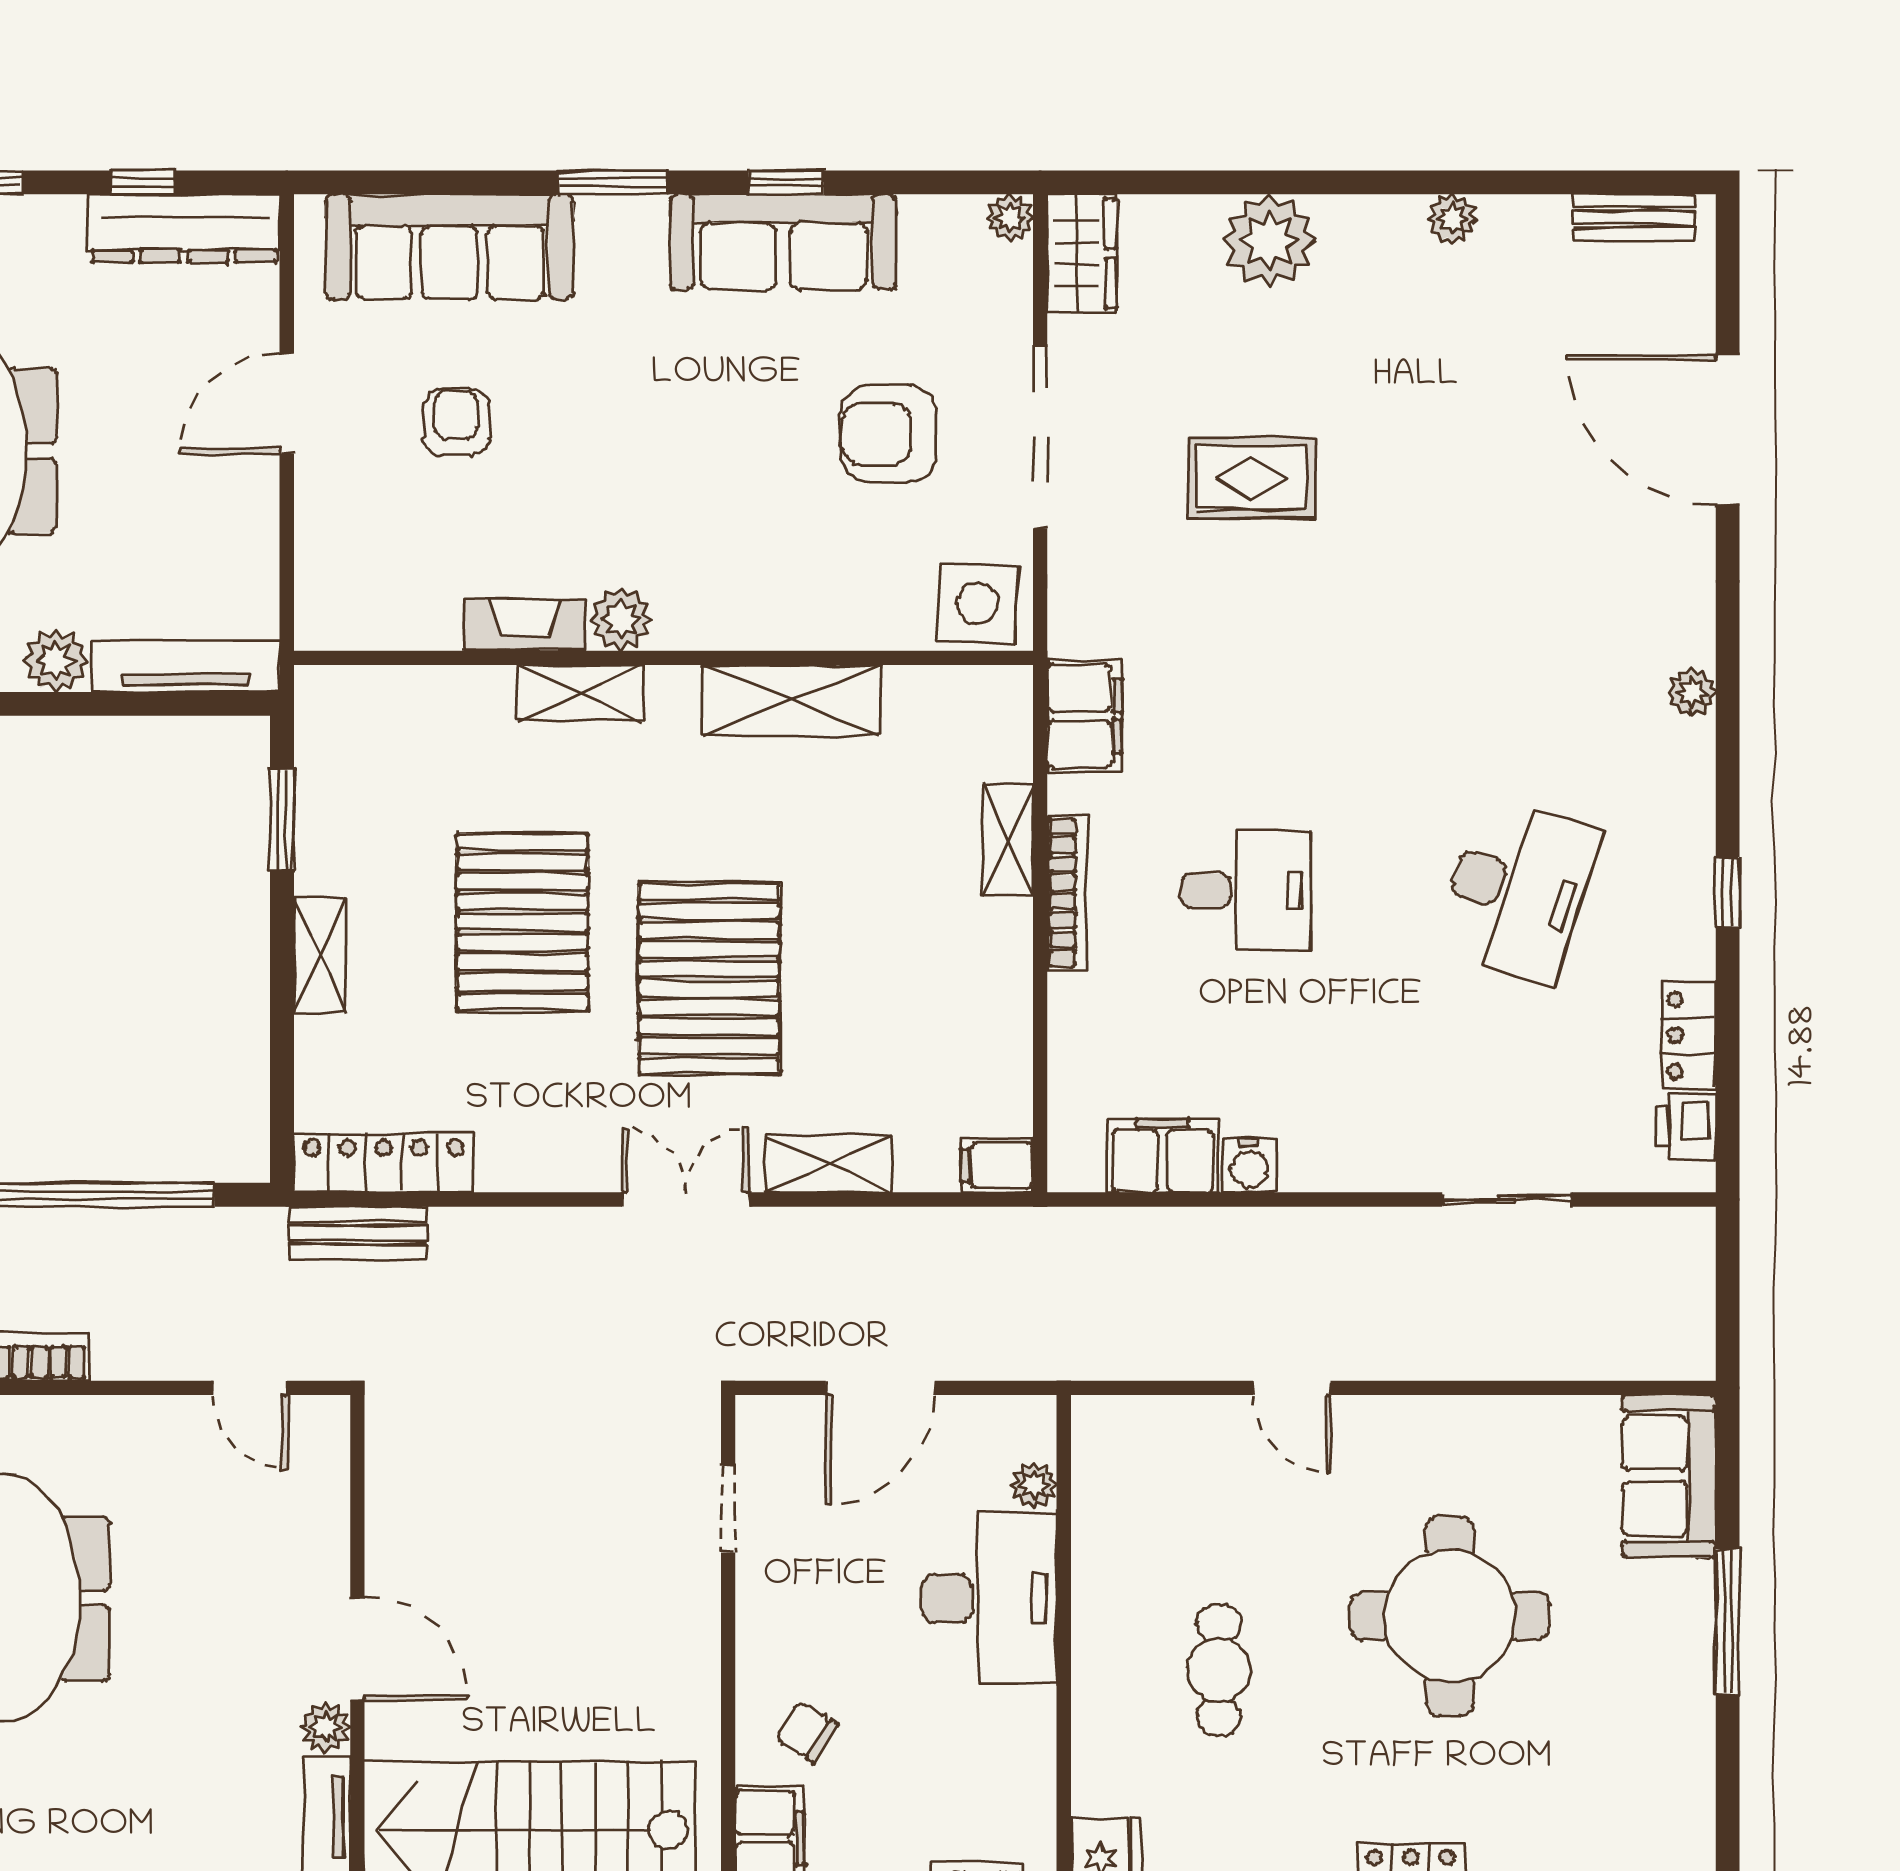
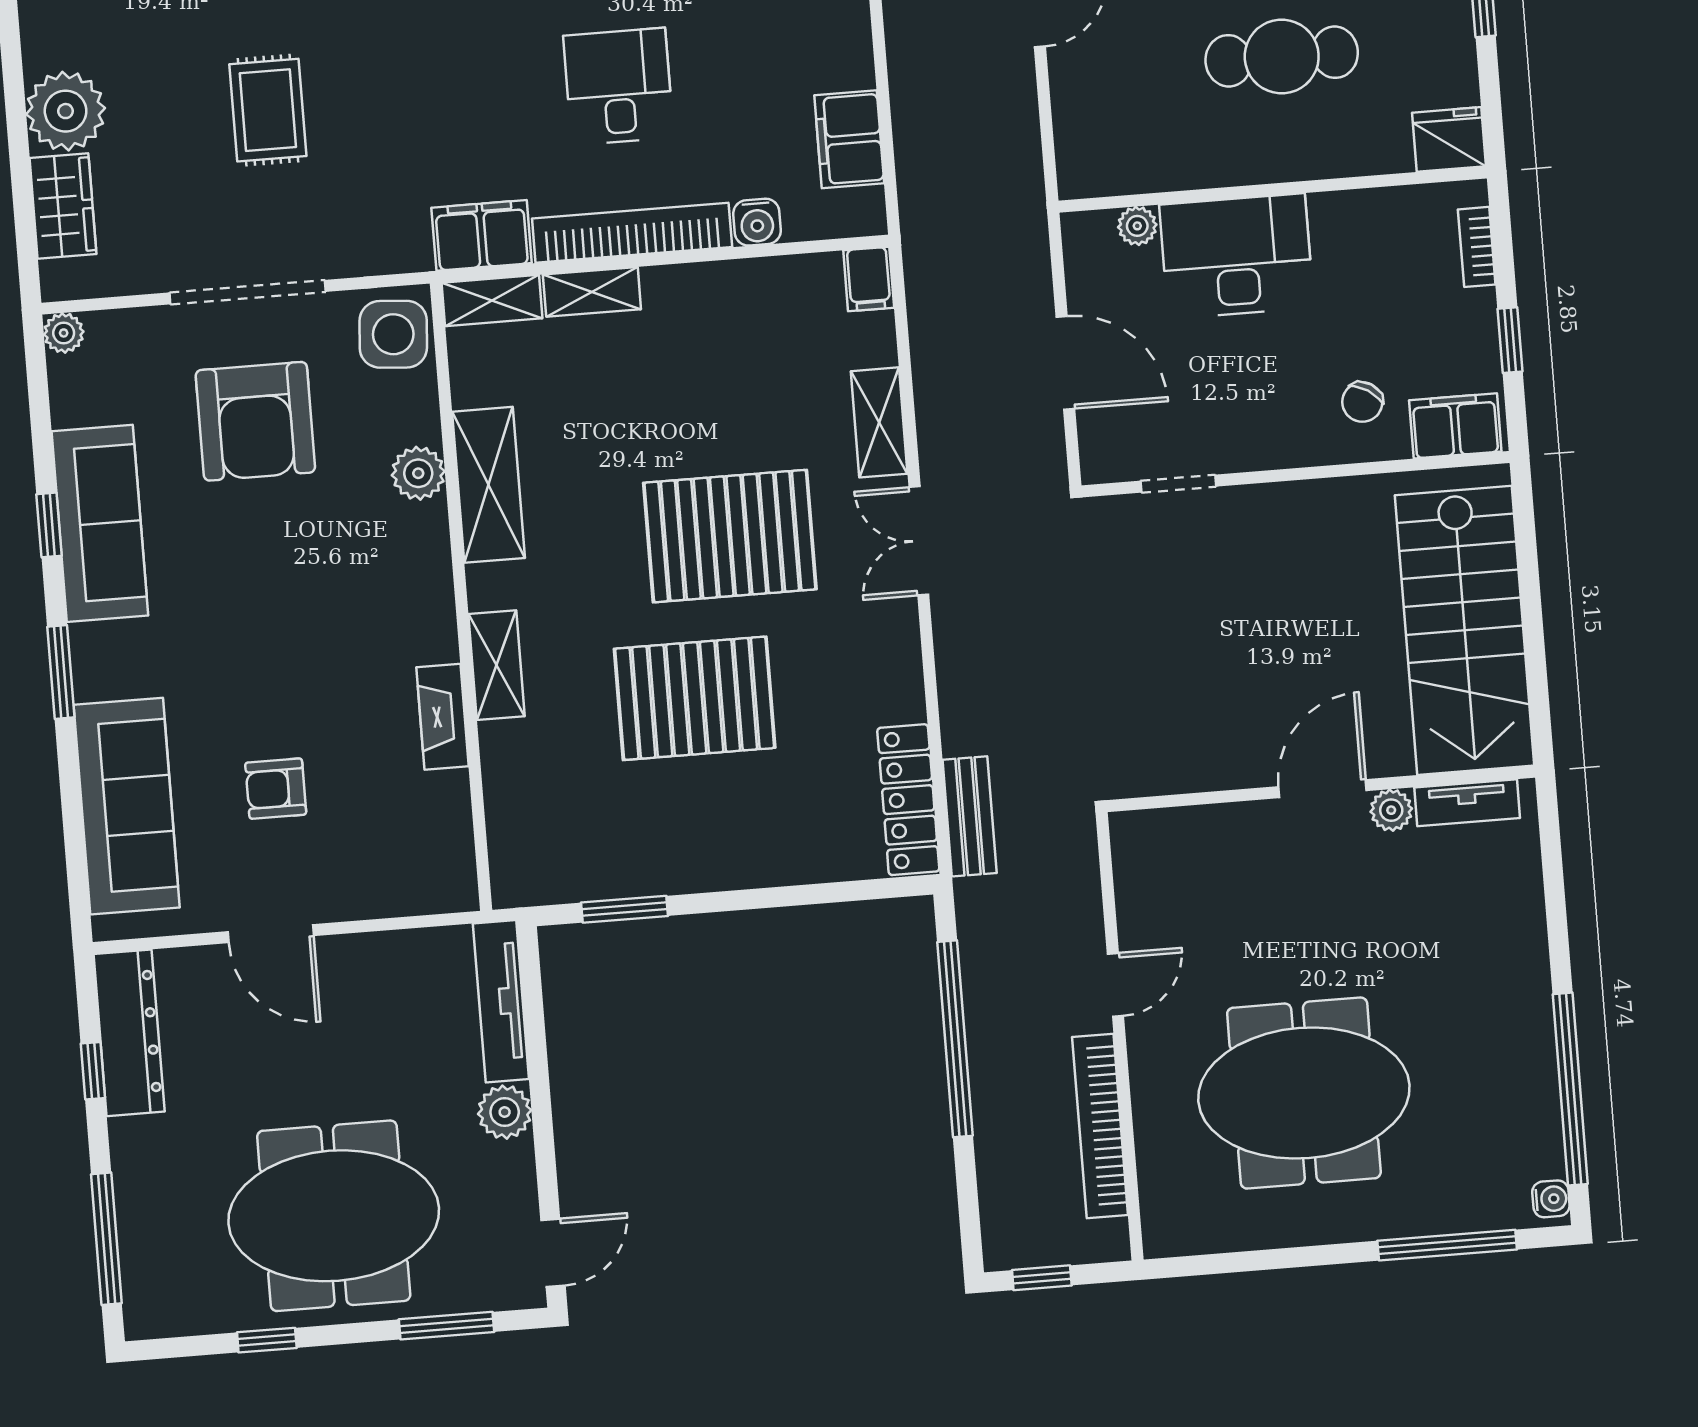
wardrobe: (1082, 254) -> (63, 206), moved, turned 90
armchair: (888, 434) -> (255, 421), width x1.36, depth x1.36
plant: (621, 620) -> (418, 473), moved
bookcase: (1067, 893) -> (632, 233), width x1.48, depth x1.31
shelving: (320, 955) -> (492, 301), moved
water cooler: (1249, 1165) -> (757, 222), moved, turned 90
door: (250, 1388) -> (1115, 985), moved
cafe table: (1219, 1670) -> (1282, 57), width x1.37, depth x1.35

